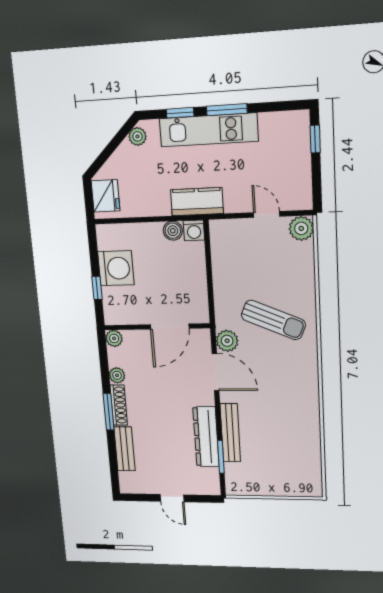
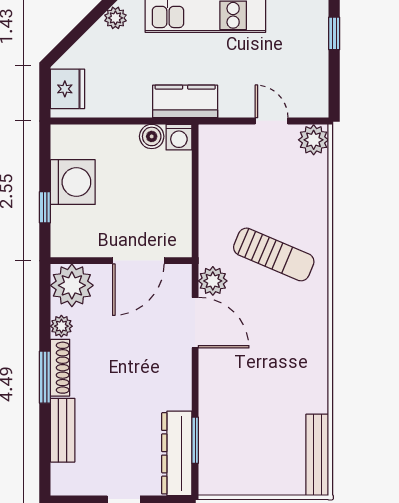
plant: (114, 338) -> (72, 285), width x1.87, depth x1.87
bench: (230, 433) -> (317, 455), moved
dresser: (206, 437) -> (177, 453), moved

